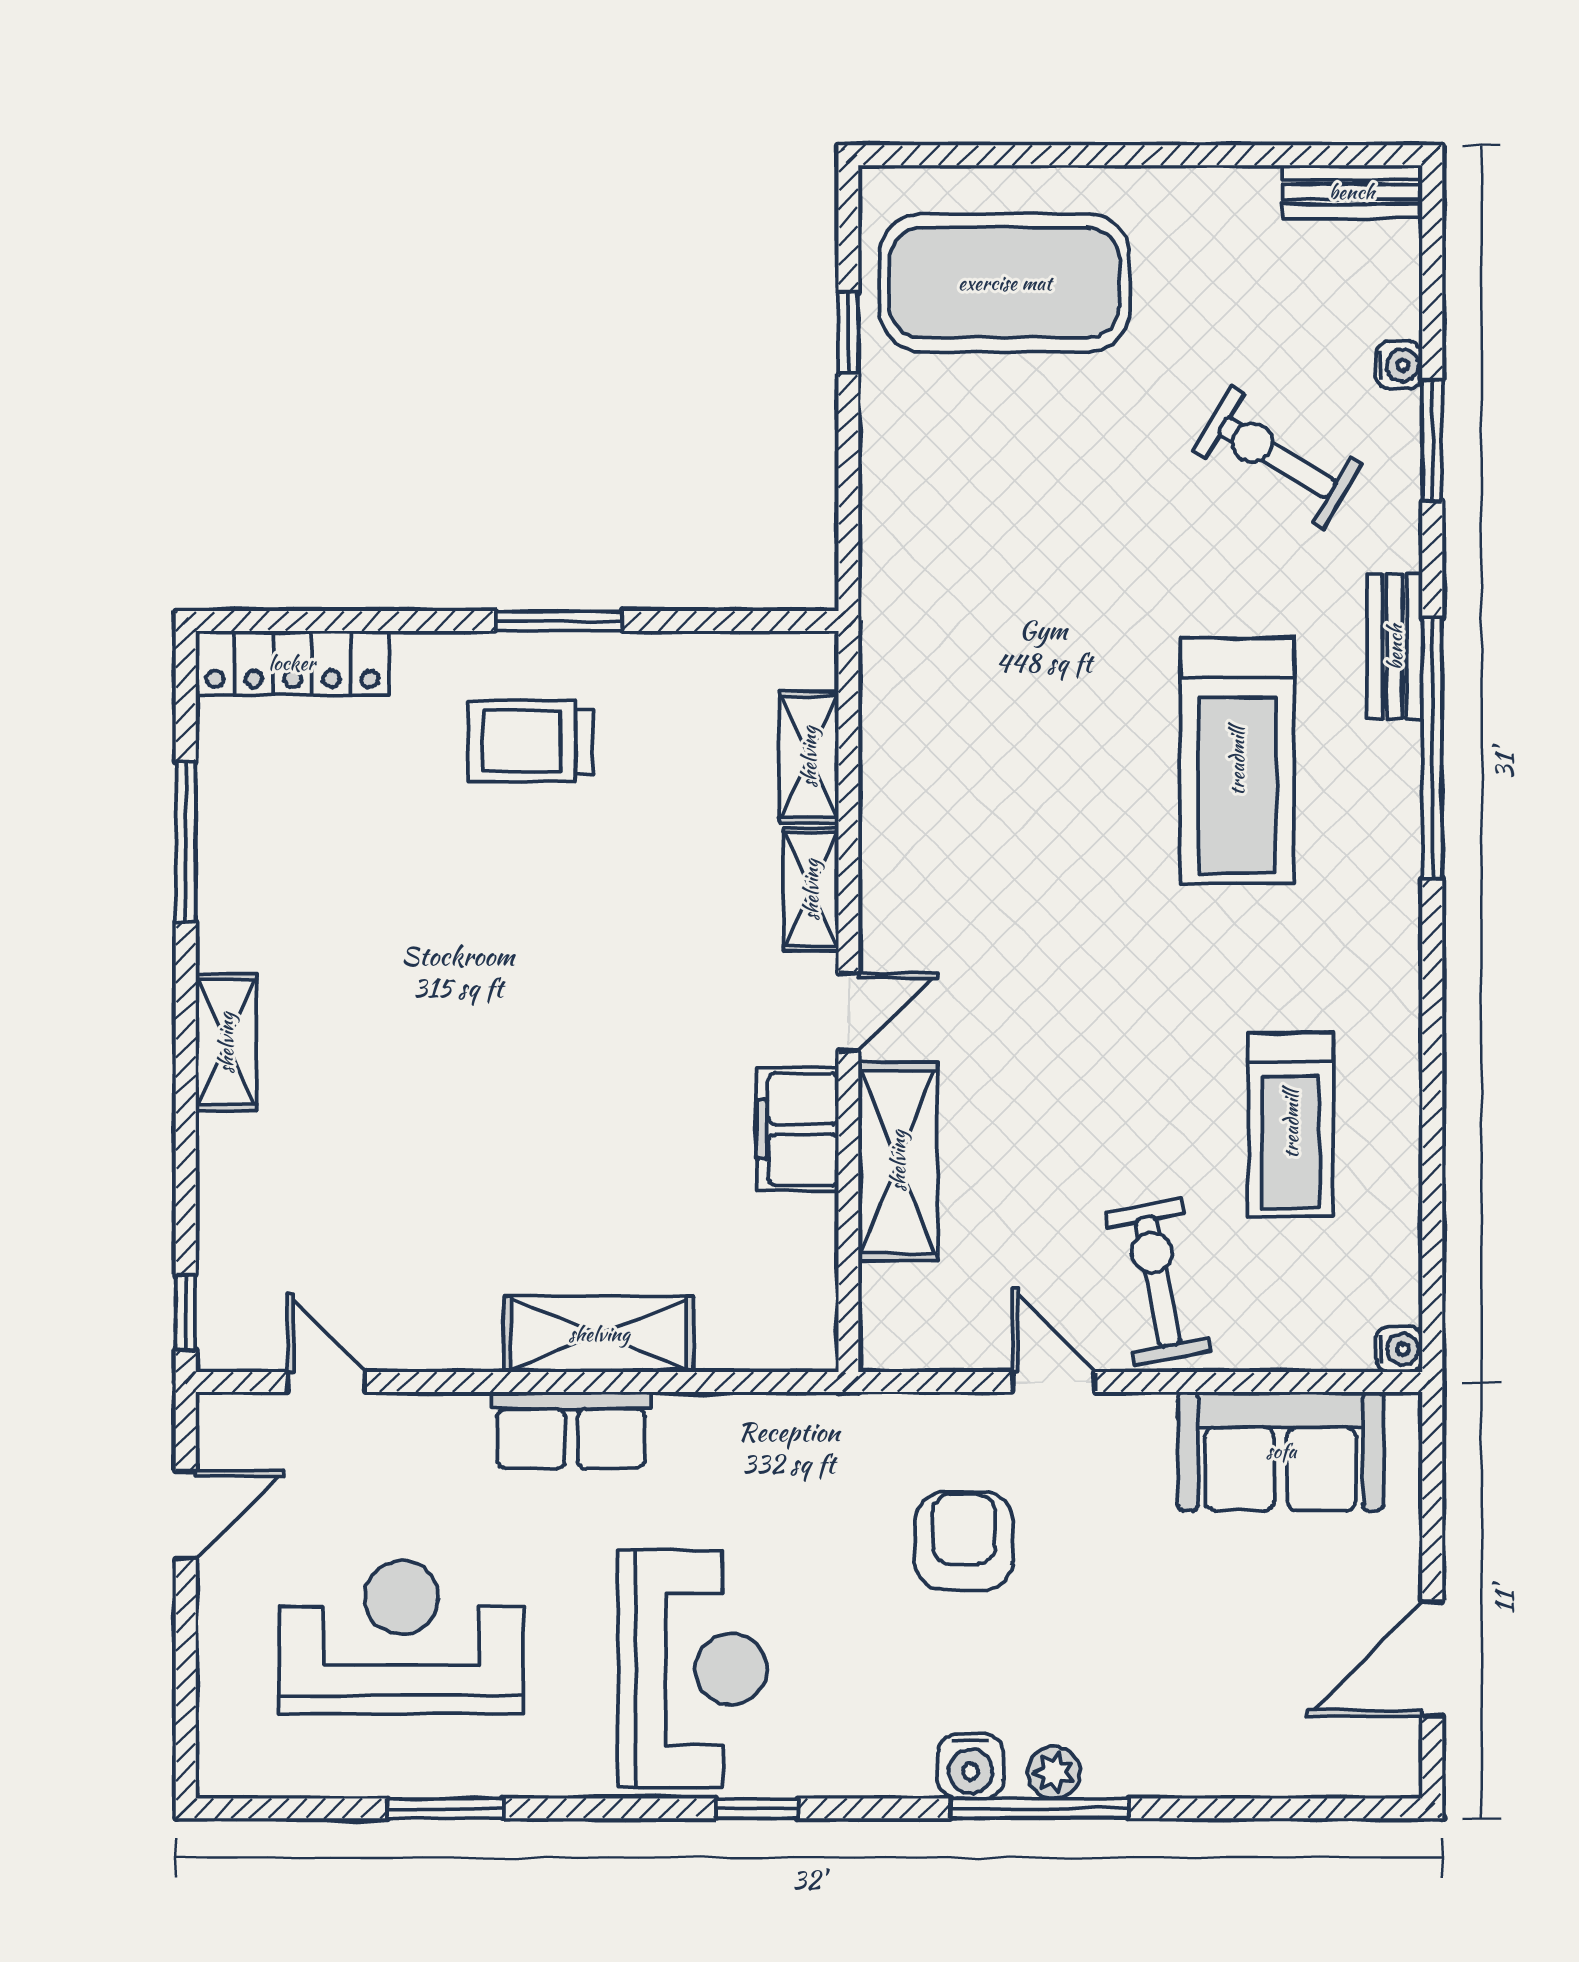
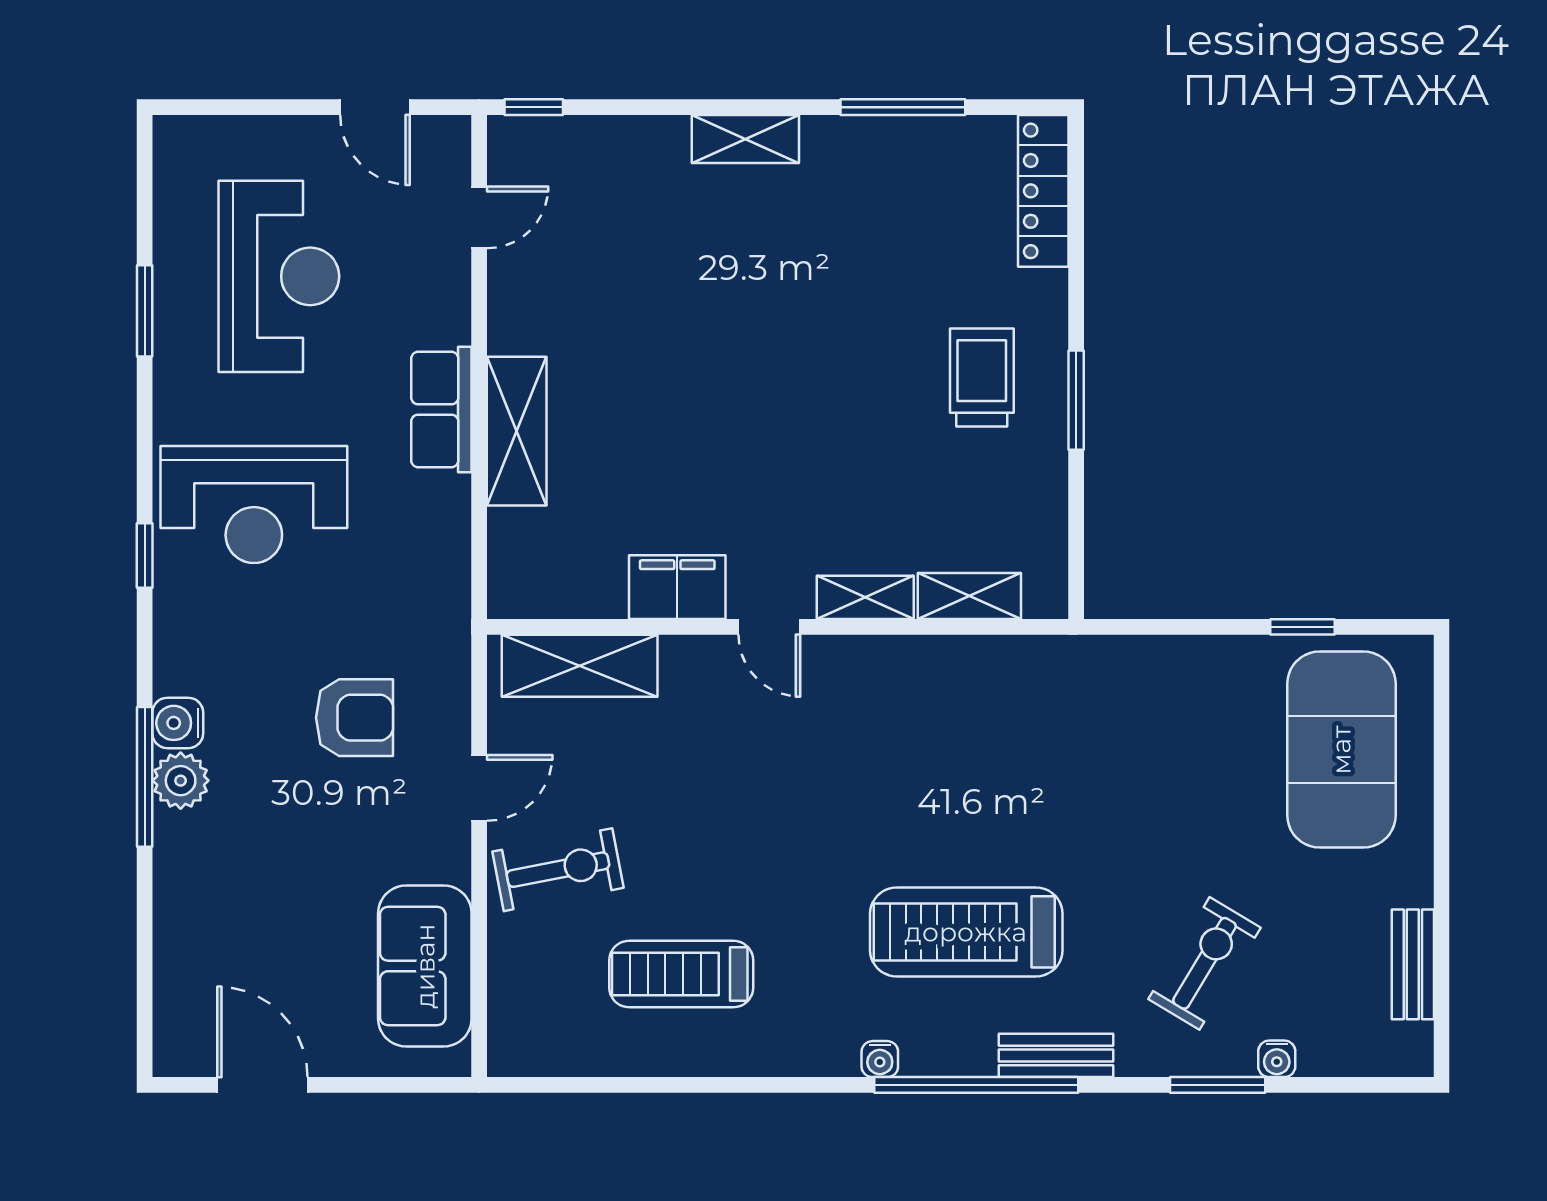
bench: (1352, 192) -> (1413, 964), moved
shelving: (898, 1161) -> (580, 666), moved
water cooler: (1399, 1349) -> (880, 1059), moved
plant: (1054, 1772) -> (181, 781), width x1.38, depth x1.38

